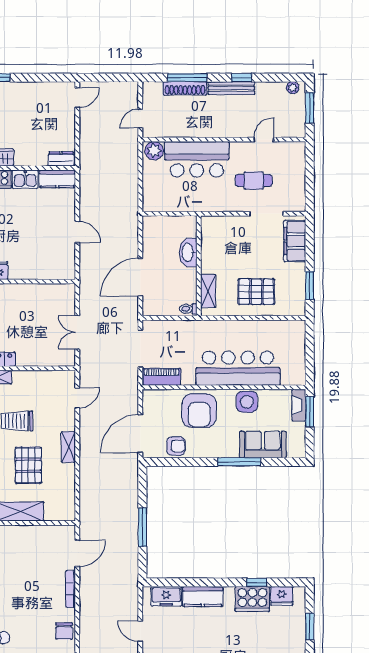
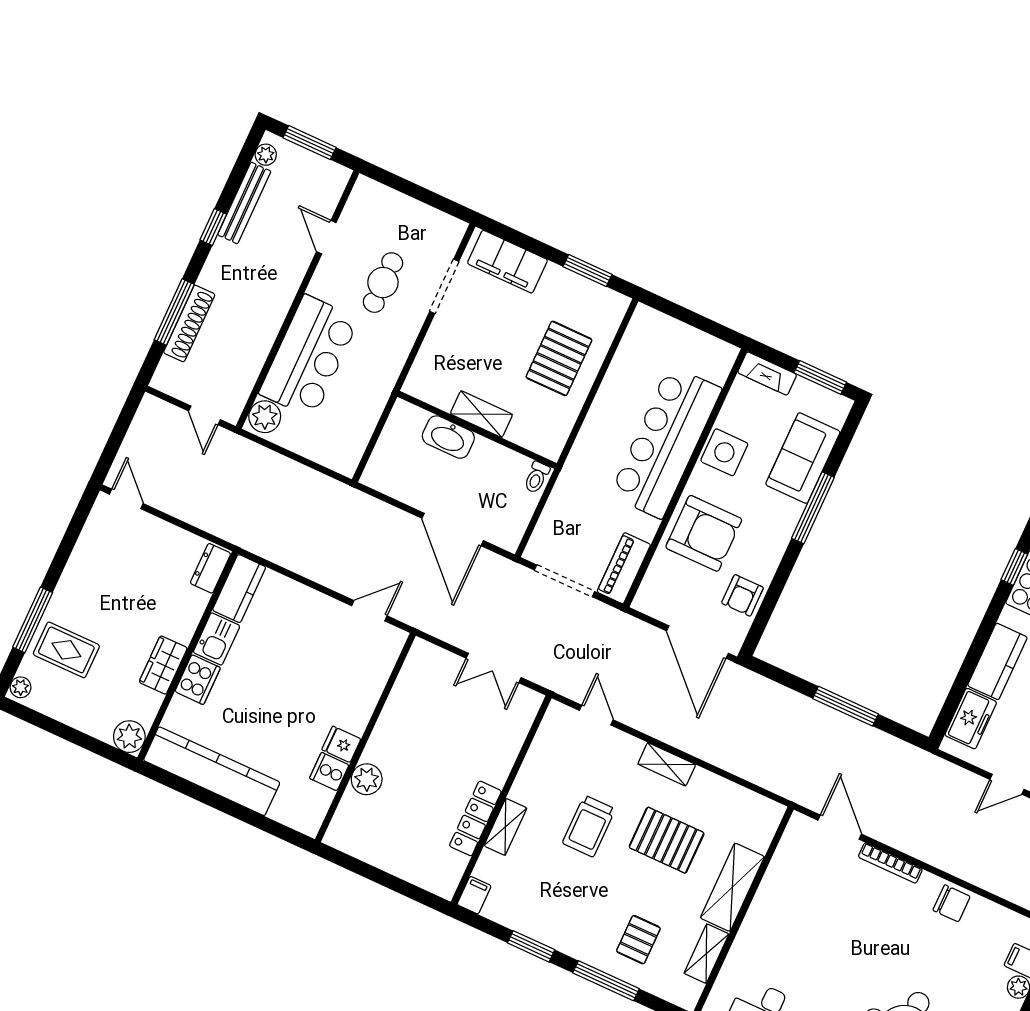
bench: (231, 88) -> (244, 203), moved
door: (77, 232) -> (369, 611), moved
shelving: (208, 291) -> (481, 414), moved
window: (310, 412) -> (820, 377), moved
armchair: (176, 446) -> (742, 595), turned 180

